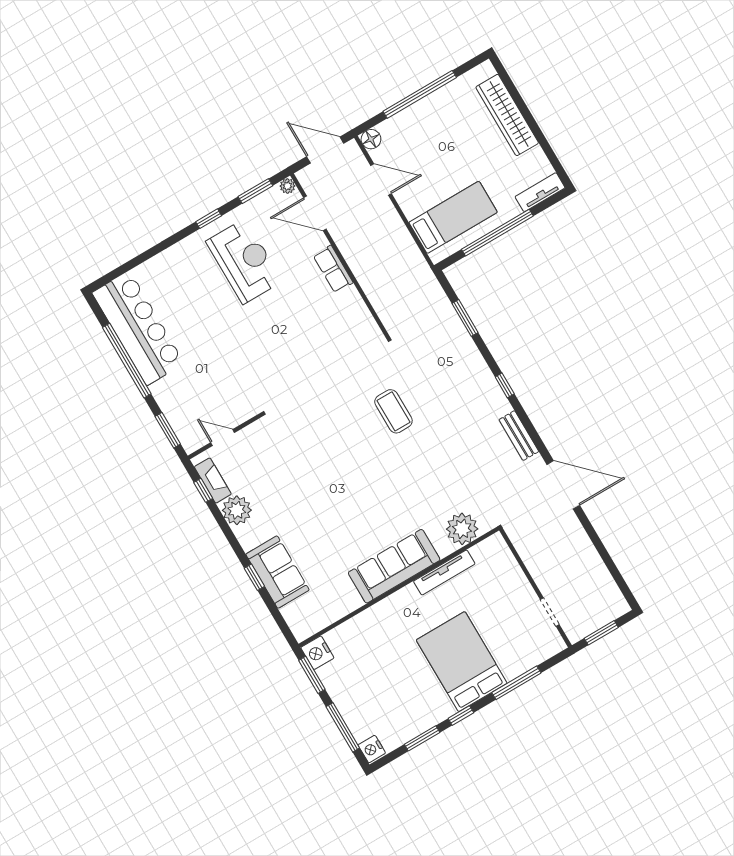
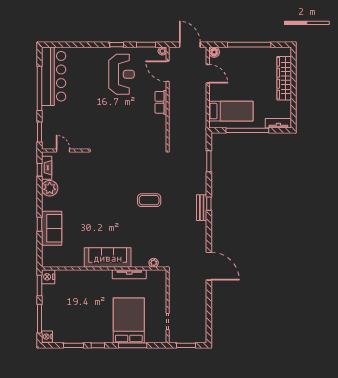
coffee table: (393, 411) -> (149, 200), moved, turned 90
bench: (519, 436) -> (202, 208), moved
plant: (462, 529) -> (154, 263), width x0.53, depth x0.53
bed: (462, 662) -> (129, 321), moved

